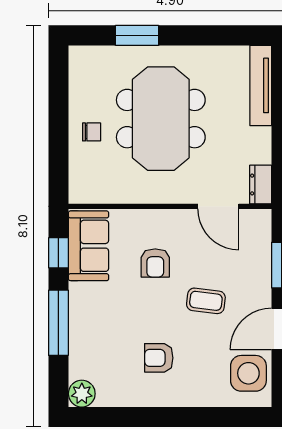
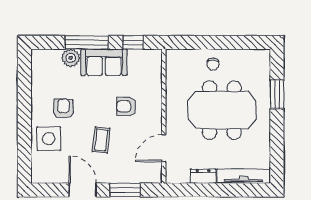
dresser: (261, 185) -> (203, 176), moved
sofa: (89, 246) -> (104, 62), moved
side table: (248, 373) -> (49, 139), moved
plant: (82, 394) -> (71, 58), moved

